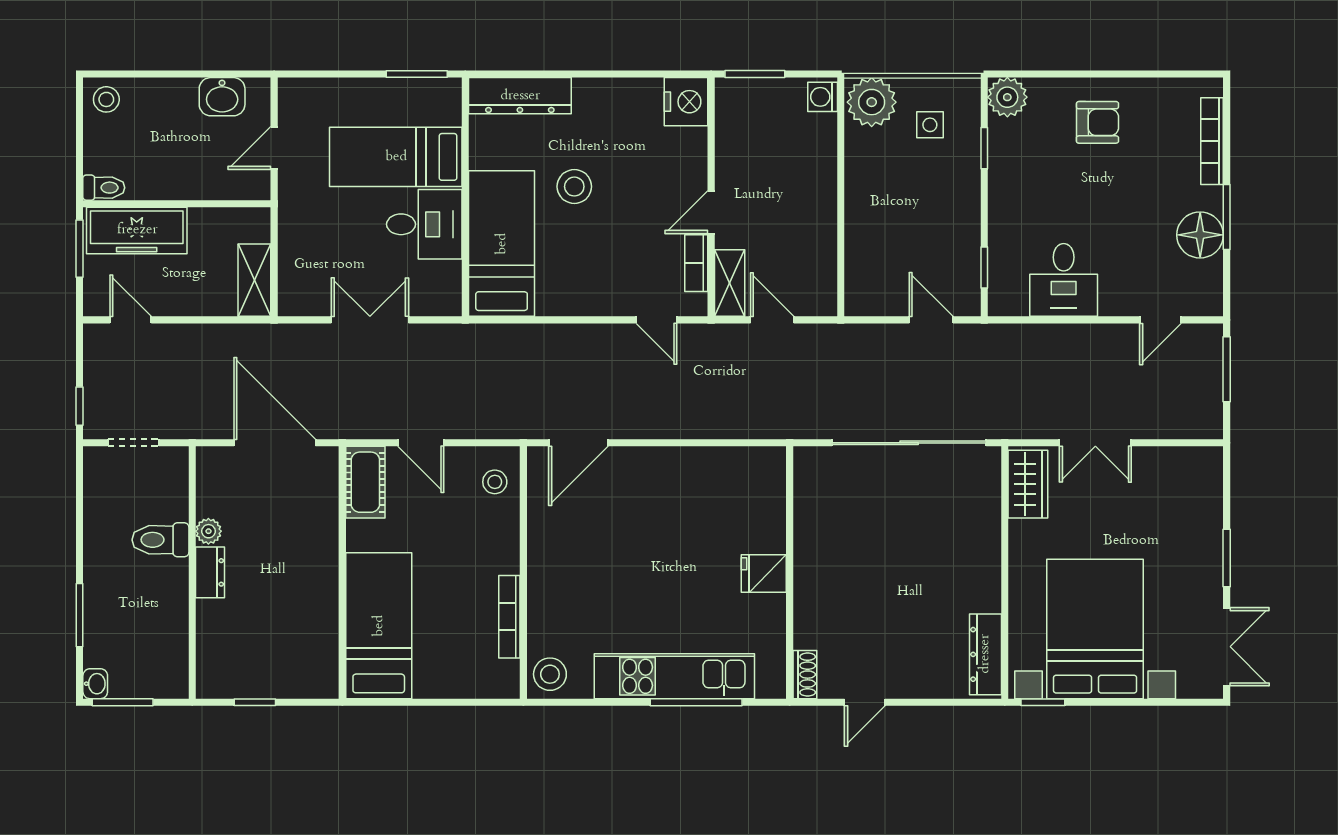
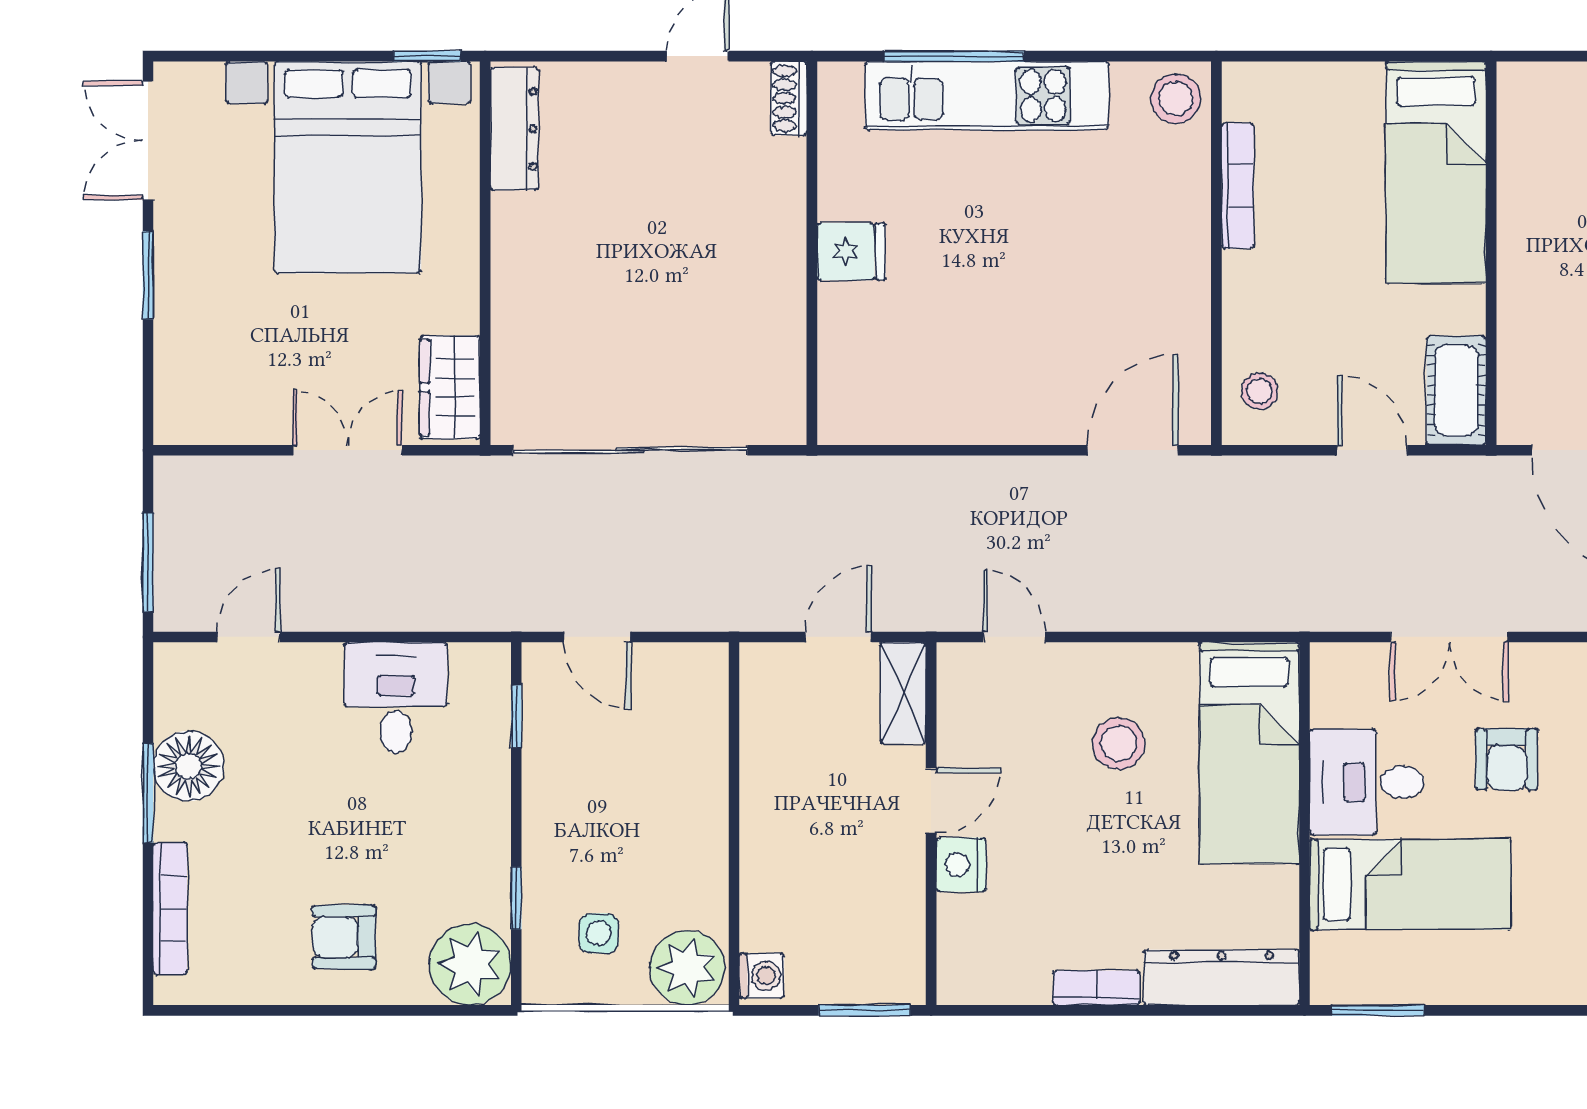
plant: (1007, 97) -> (470, 964), width x1.36, depth x1.36
nightstand: (686, 102) -> (961, 865), moved, width x0.74, depth x0.75
stool: (574, 187) -> (1119, 744), moved
armchair: (332, 239) -> (1507, 759), added
bookcase: (696, 263) -> (1096, 988), moved, turned -90
door: (772, 320) -> (838, 637), swing flipped

